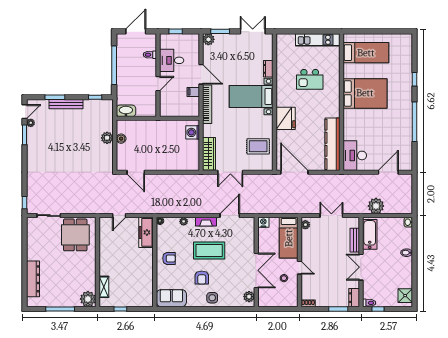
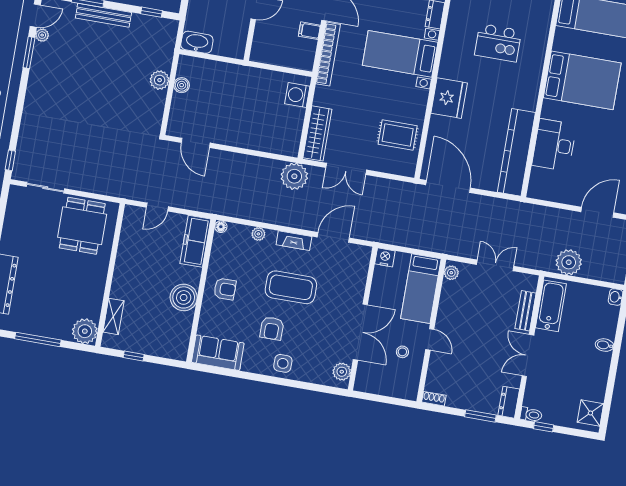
desk: (355, 155) -> (554, 145), moved
plant: (199, 182) -> (294, 176), added
boiler: (145, 268) -> (184, 297), added

